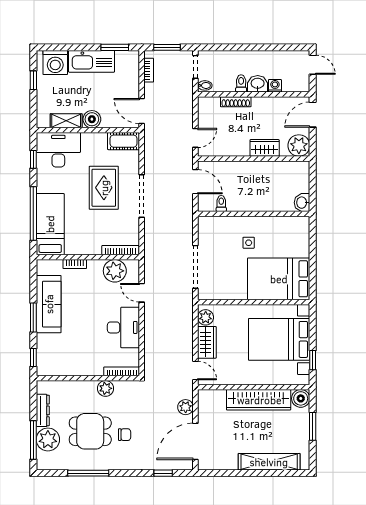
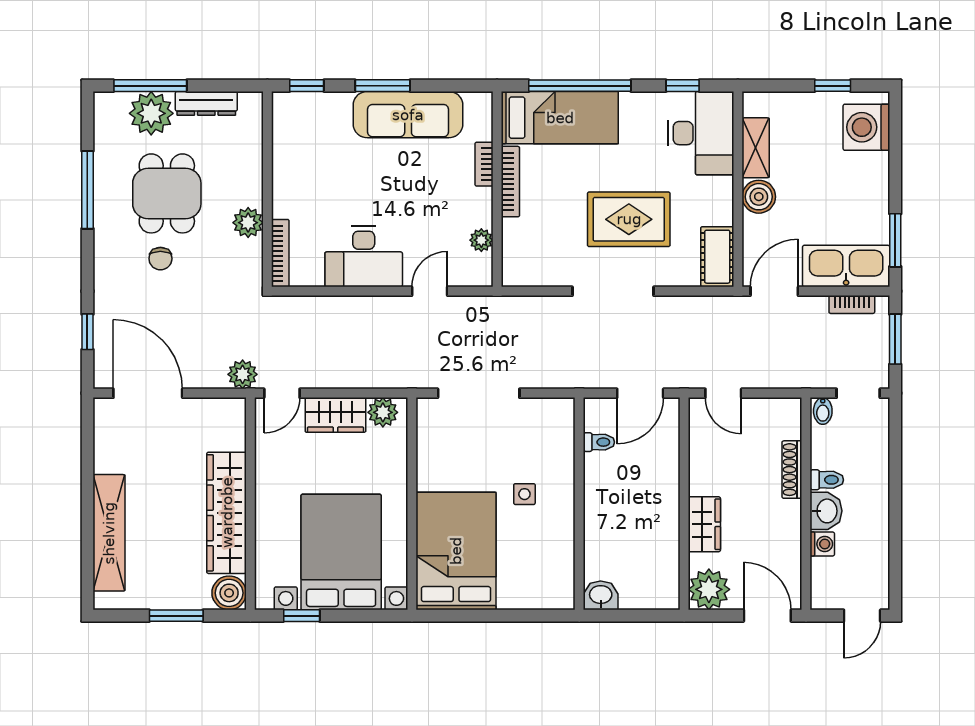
kitchen sink: (92, 61) -> (846, 266), moved, turned 90
bookcase: (121, 250) -> (510, 182), moved
plant: (115, 271) -> (481, 240), width x0.53, depth x0.53
plant: (186, 407) -> (243, 374), moved

